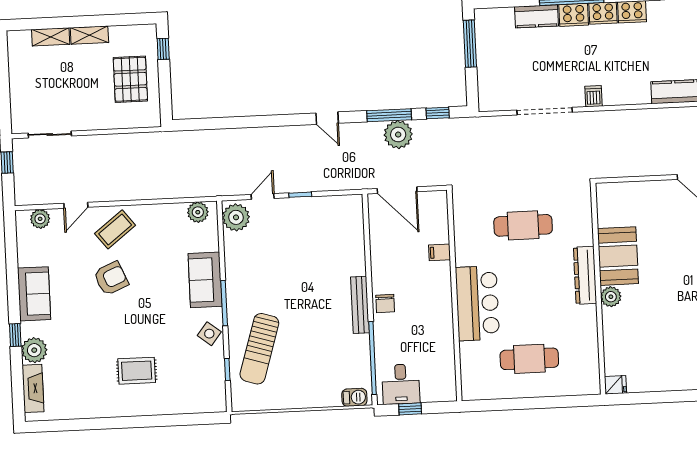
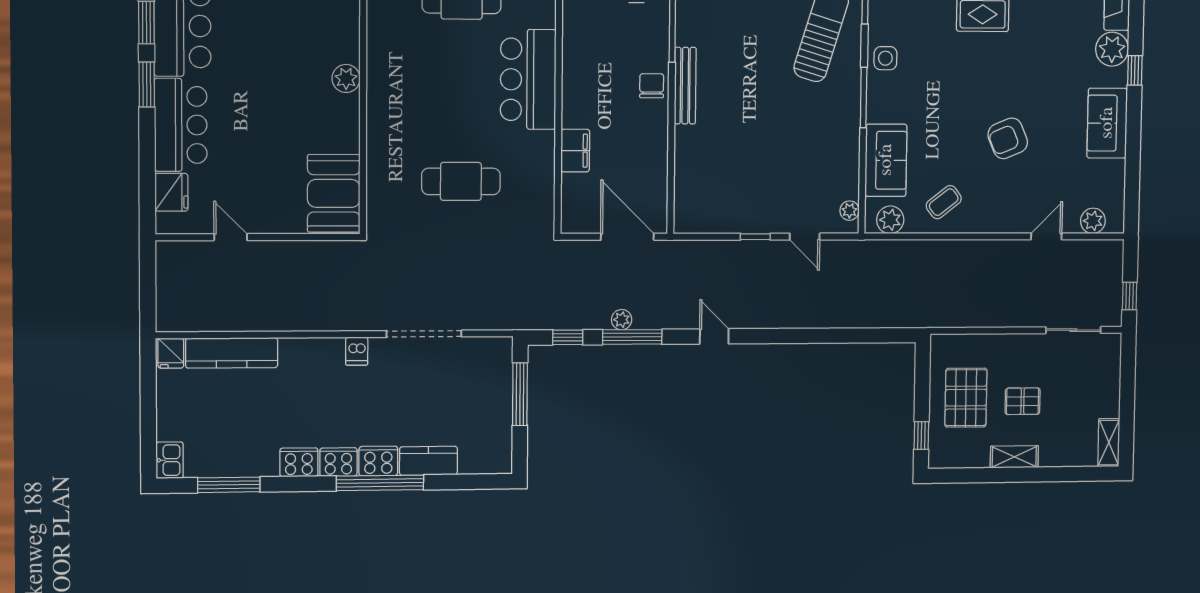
shelving: (51, 37) -> (1109, 443), moved, turned 90
window: (470, 44) -> (520, 394), moved
pallet: (86, 78) -> (1023, 401), added
plant: (398, 135) -> (622, 320), width x0.53, depth x0.53
door: (263, 196) -> (805, 237), hinge flipped
plant: (236, 217) -> (849, 211), width x0.53, depth x0.53
coffee table: (115, 229) -> (944, 202), moved, width x0.73, depth x0.77
filing cabinet: (440, 252) -> (575, 151), width x2.00
booth: (618, 256) -> (334, 193), moved
dresser: (585, 275) -> (380, 110), removed
sofa: (205, 280) -> (886, 160), moved
side table: (209, 334) -> (885, 58), turned -38

